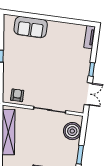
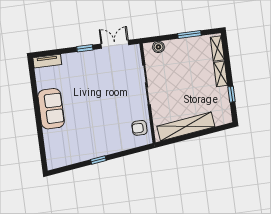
sofa: (31, 27) -> (51, 109), moved
boiler: (72, 131) -> (158, 47), width x0.54, depth x0.54

